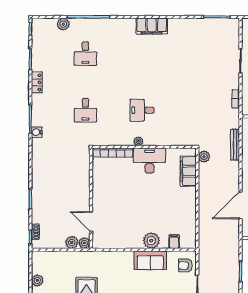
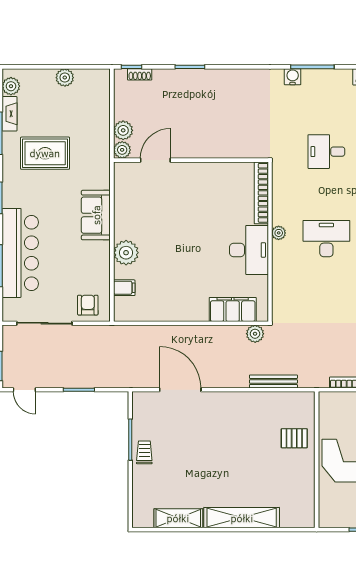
desk: (142, 110) -> (326, 239), width x1.37
sofa: (150, 260) -> (96, 215), moved

